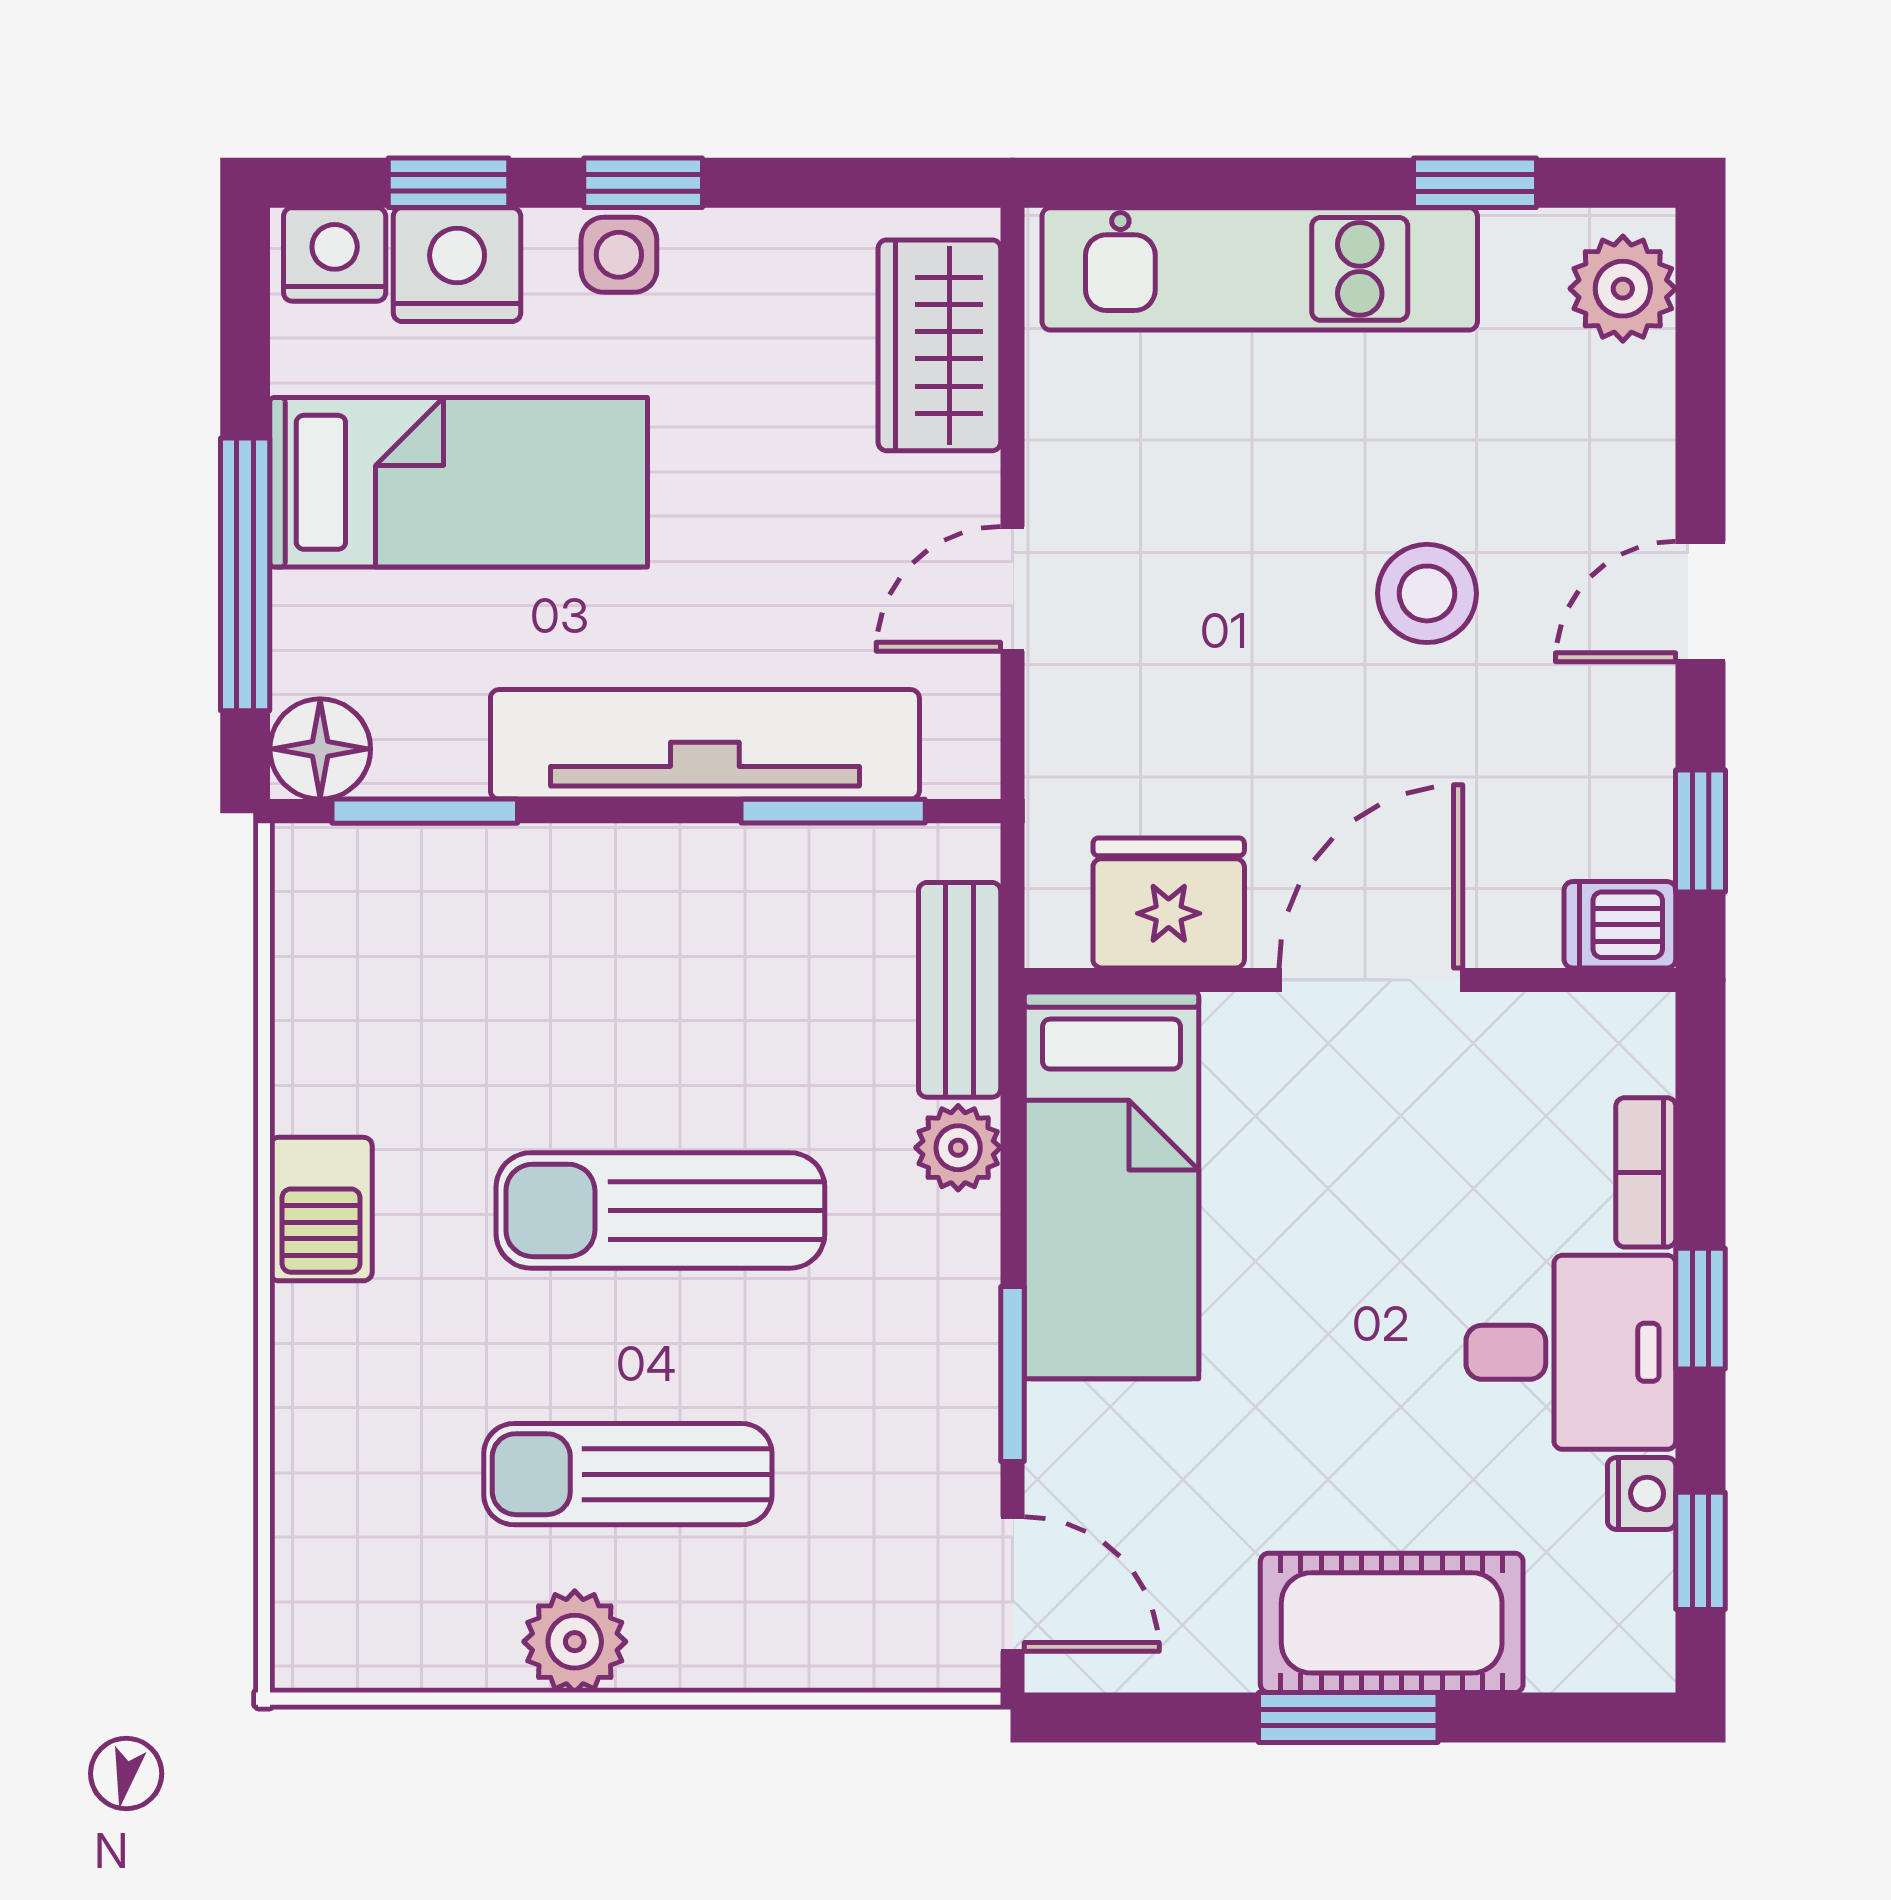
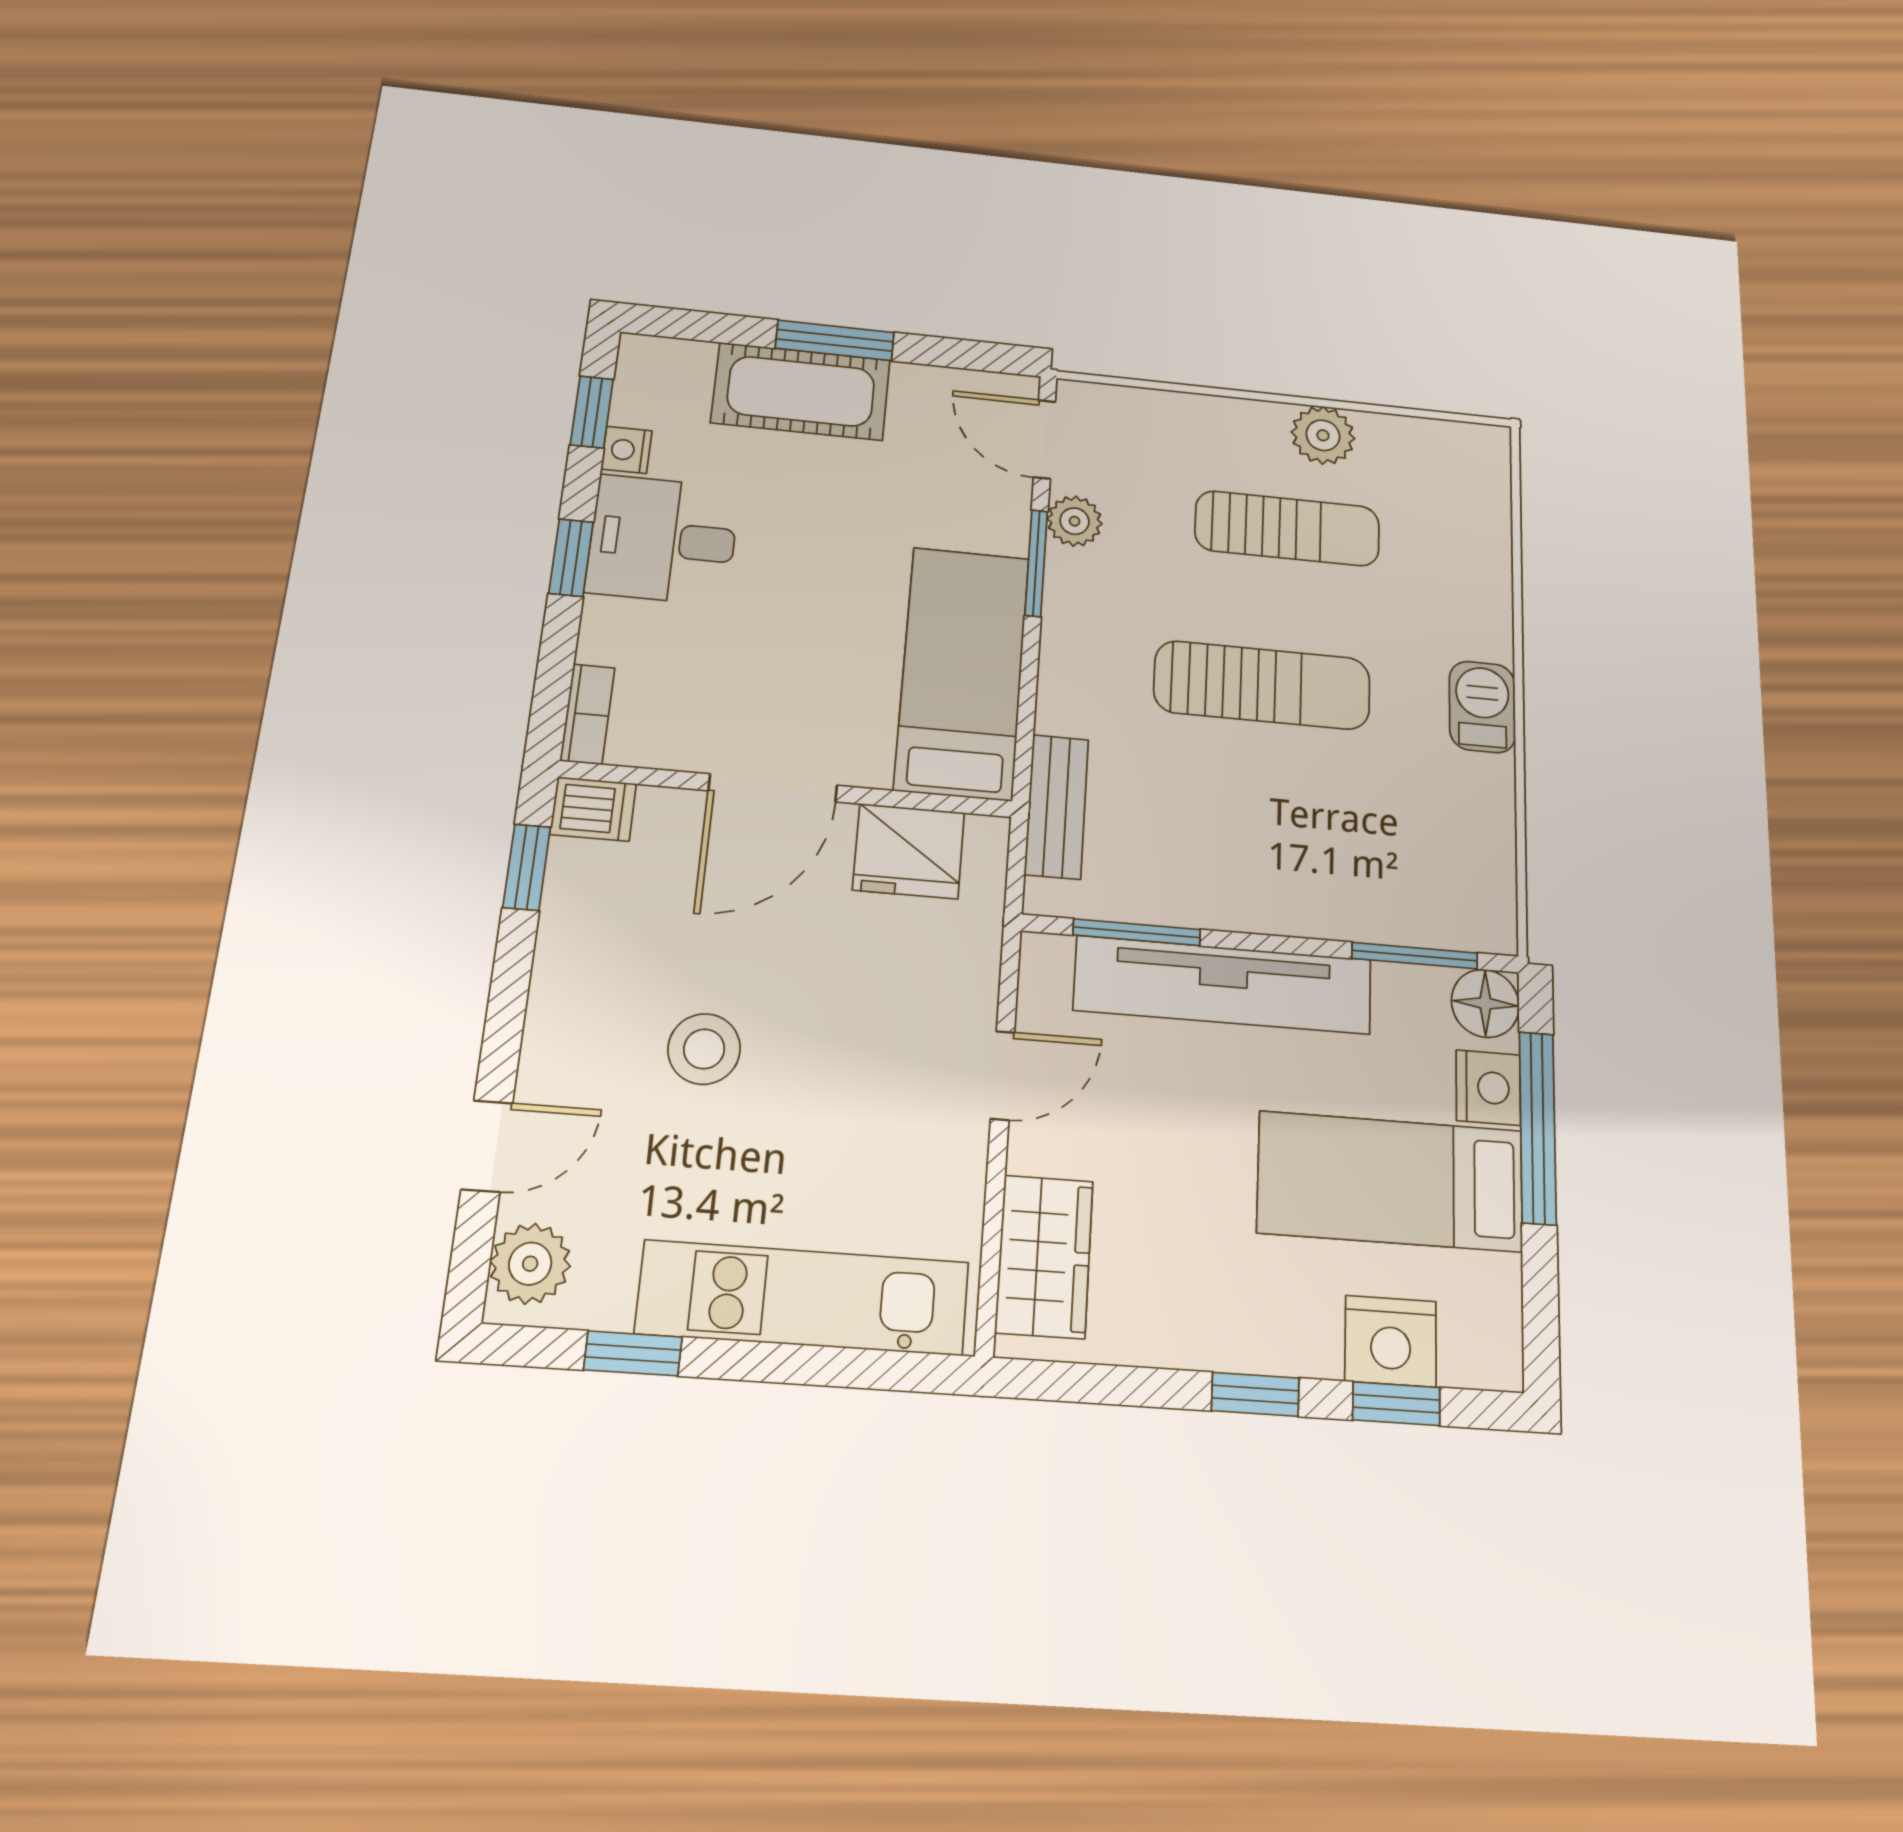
nightstand: (335, 254) -> (1488, 1088), moved, turned -90
side table: (619, 255) -> (1274, 1341), removed
door: (1700, 602) -> (487, 1146), moved
plant: (958, 1148) -> (1075, 521), moved
bookcase: (1646, 1172) -> (588, 714), moved

